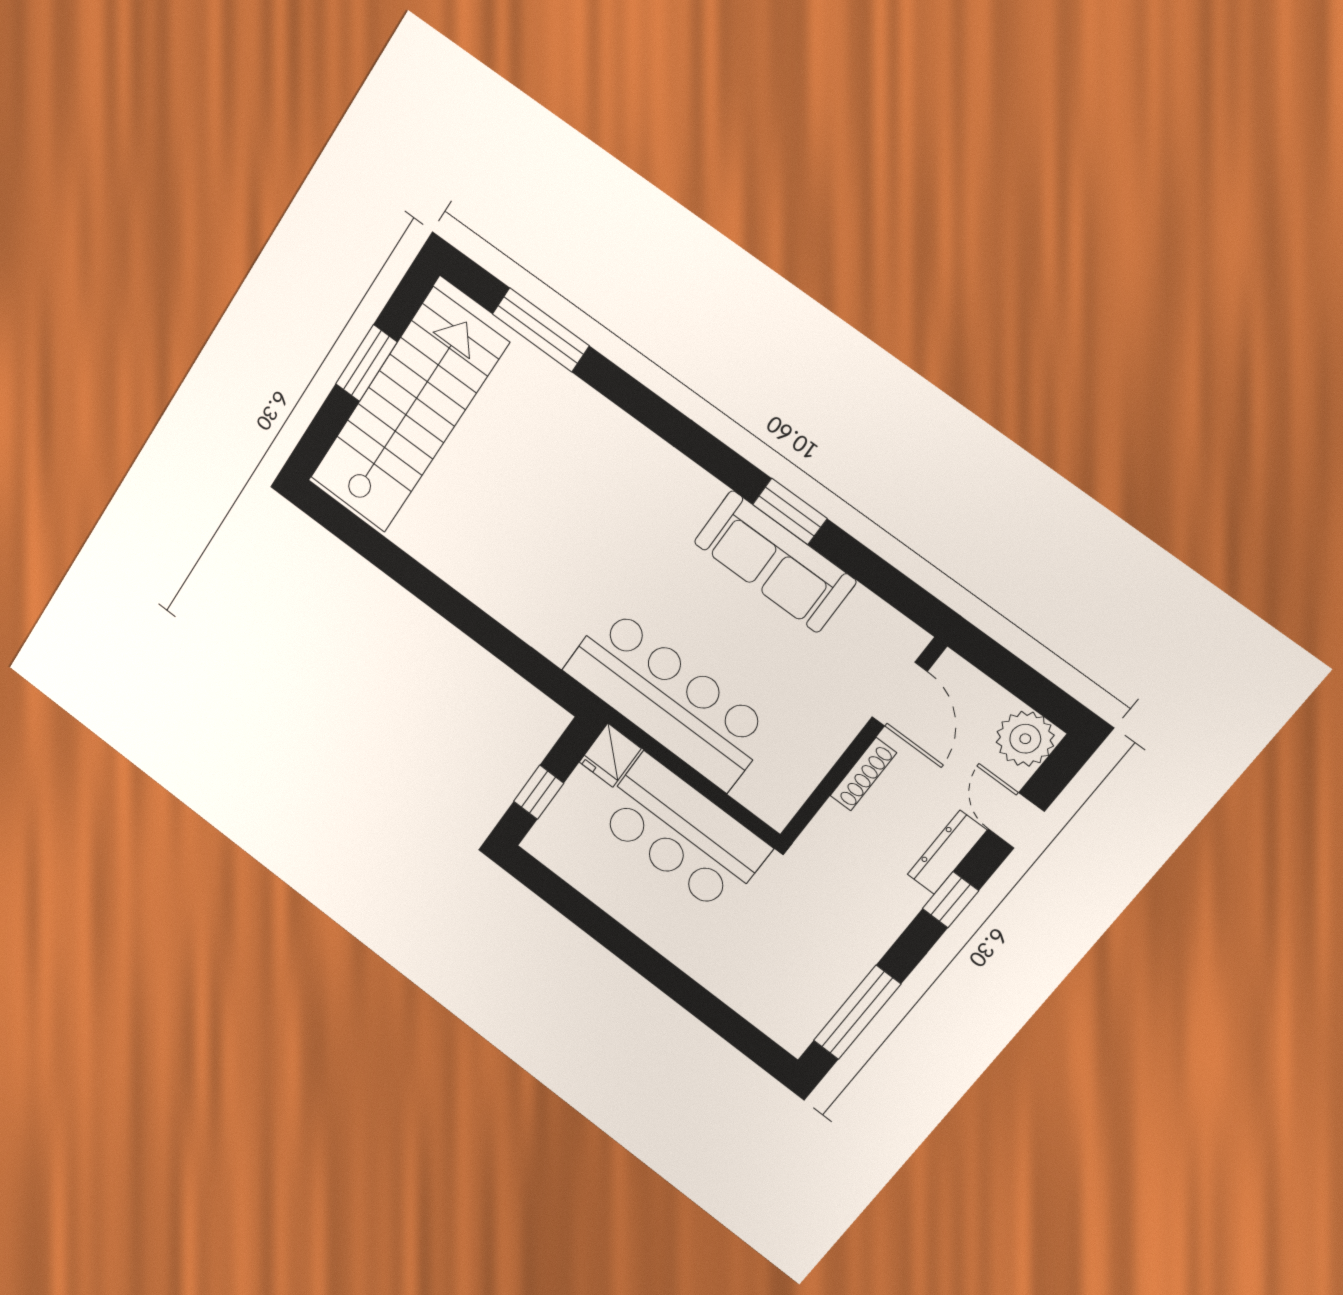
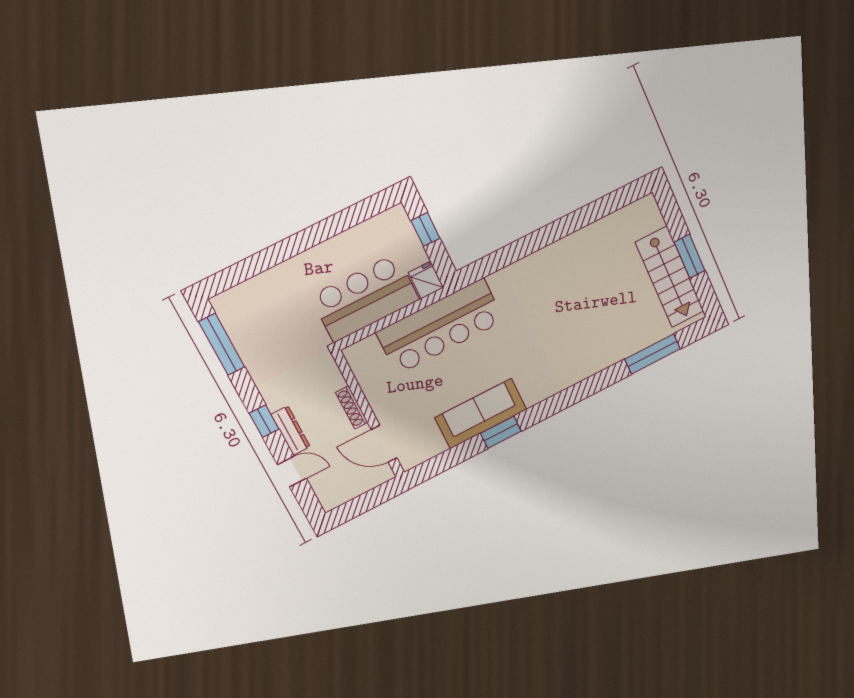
stairs: (408, 411) -> (670, 277), width x0.73, depth x0.66
plant: (1025, 739) -> (332, 493), removed

